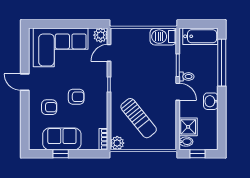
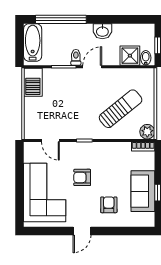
plant: (101, 35) -> (31, 150), removed
armchair: (76, 97) -> (82, 177), moved, turned -90

